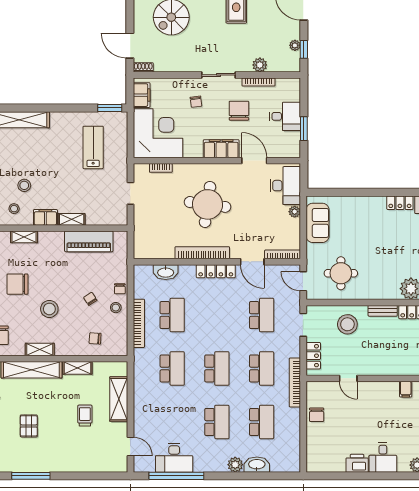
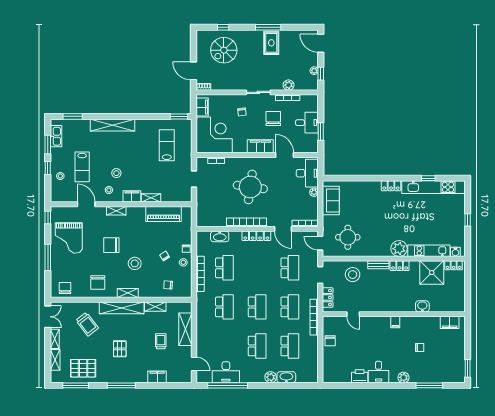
filing cabinet: (80, 464) -> (157, 377), added

